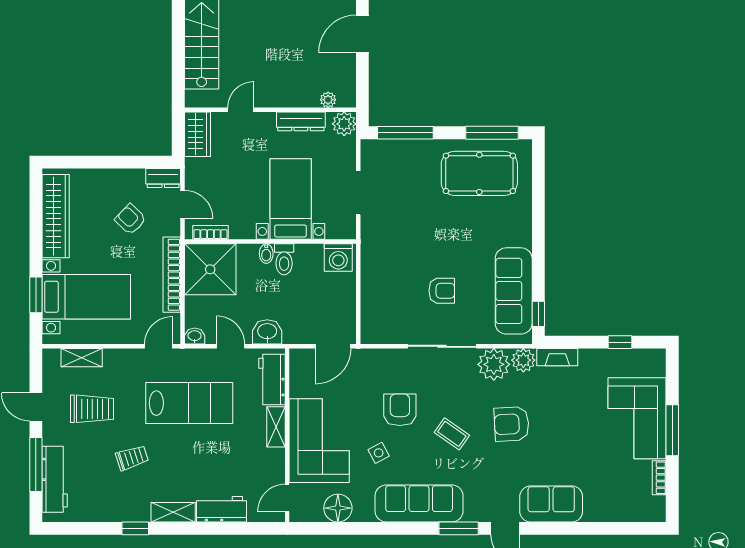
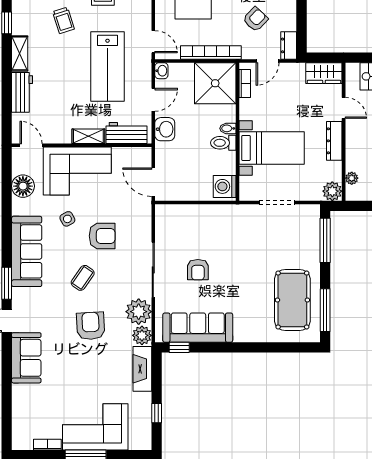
dresser: (301, 121) -> (334, 141), moved
fireplace: (557, 357) -> (142, 369), width x1.37, depth x1.32

